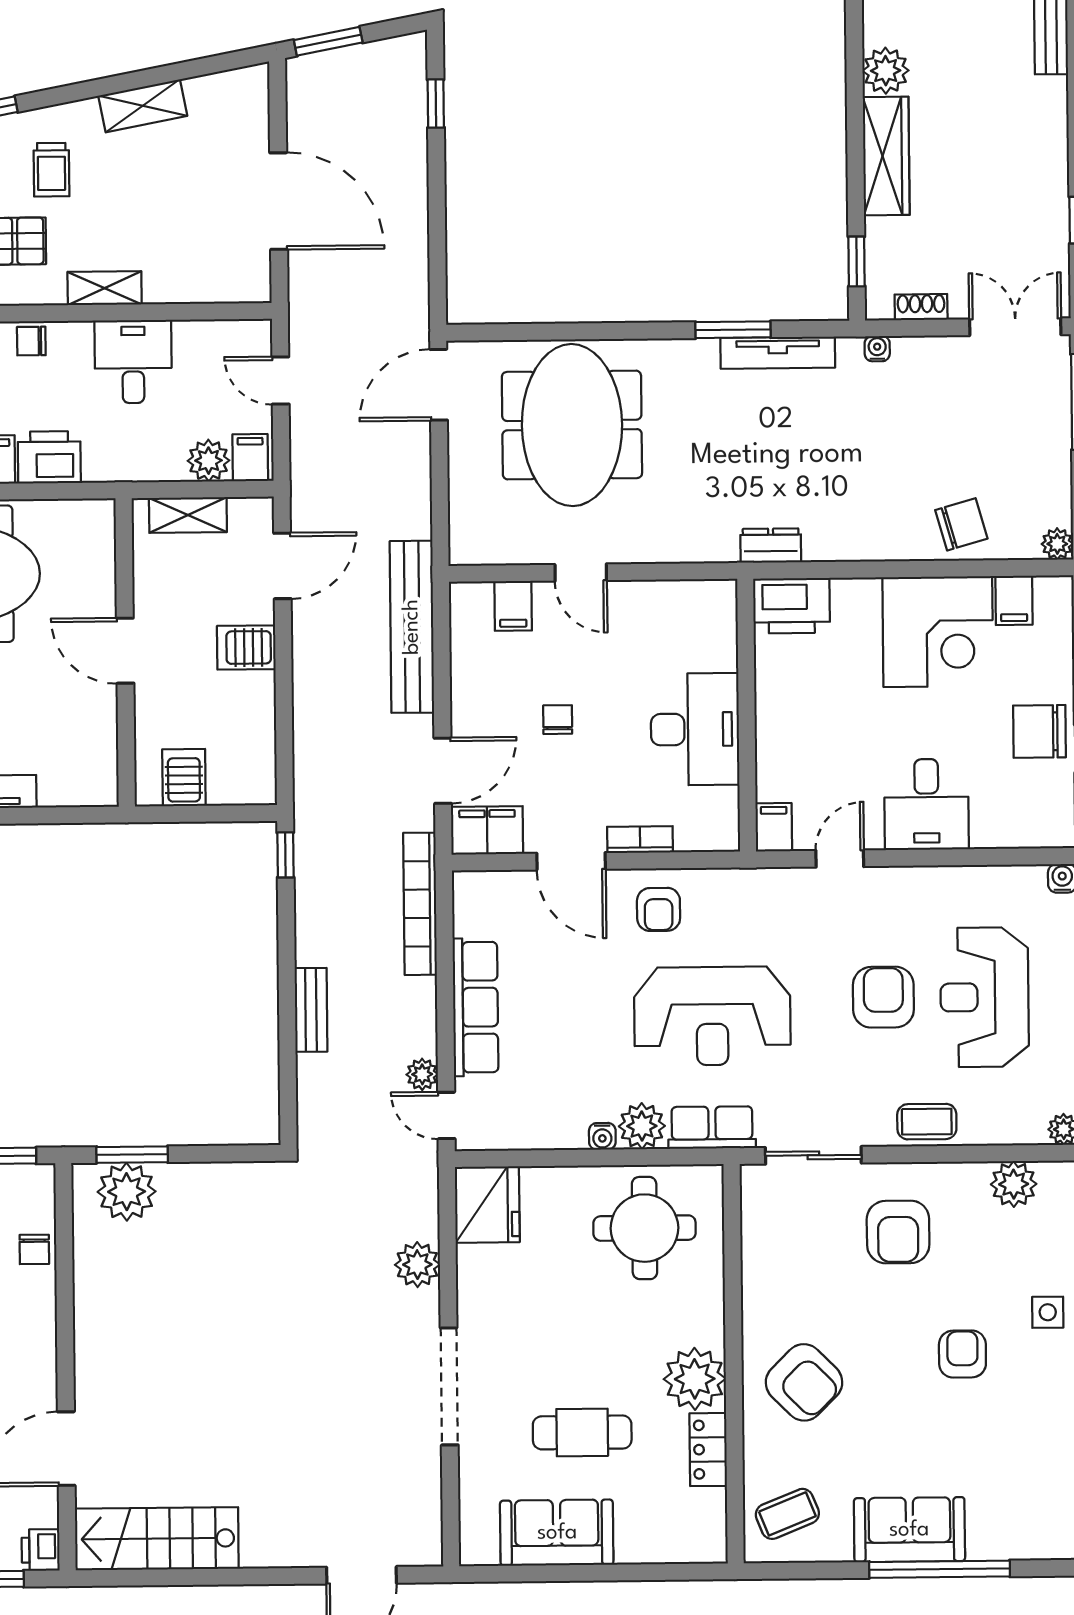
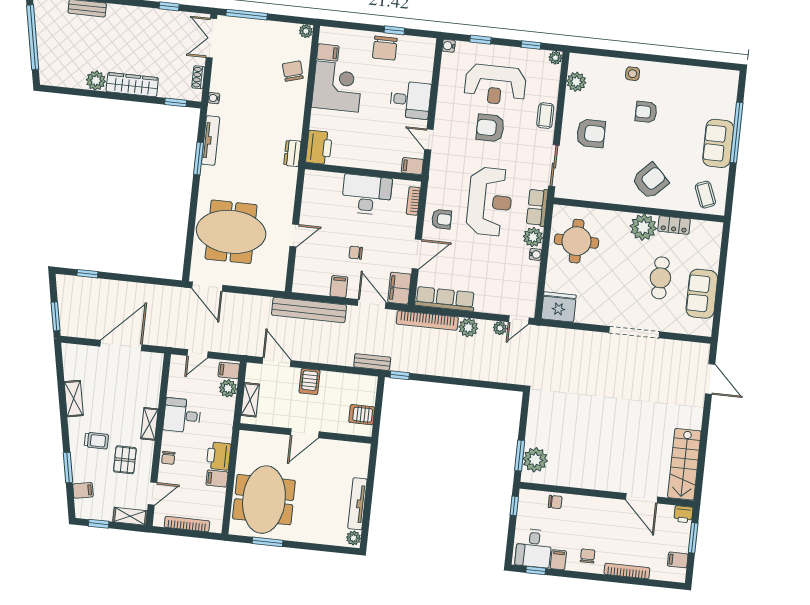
filing cabinet: (513, 606) -> (339, 287), moved, turned -90
bookcase: (640, 840) -> (413, 201), moved
row of seats: (475, 1007) -> (445, 299), moved
bench: (311, 1010) -> (372, 362), moved
plant: (417, 1265) -> (468, 328), moved

